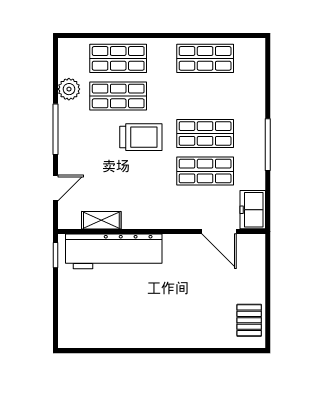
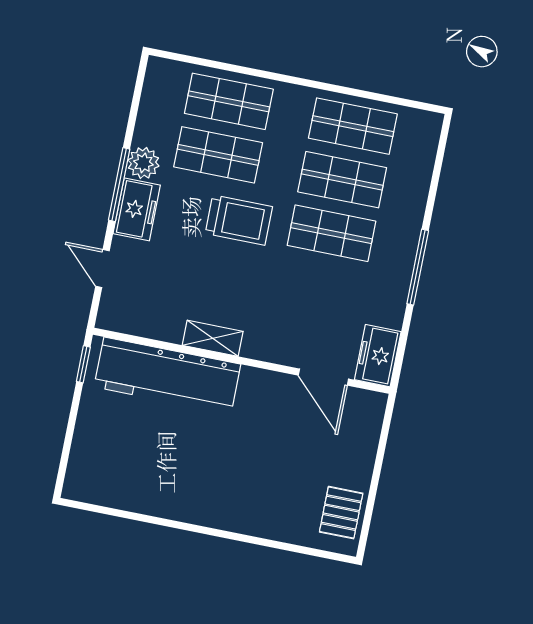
plant: (69, 89) -> (143, 163), moved
freezer: (71, 144) -> (137, 209), added
shop shelf: (205, 171) -> (342, 180), moved
door: (56, 188) -> (102, 269), swing flipped
shelving: (101, 220) -> (213, 338), moved

